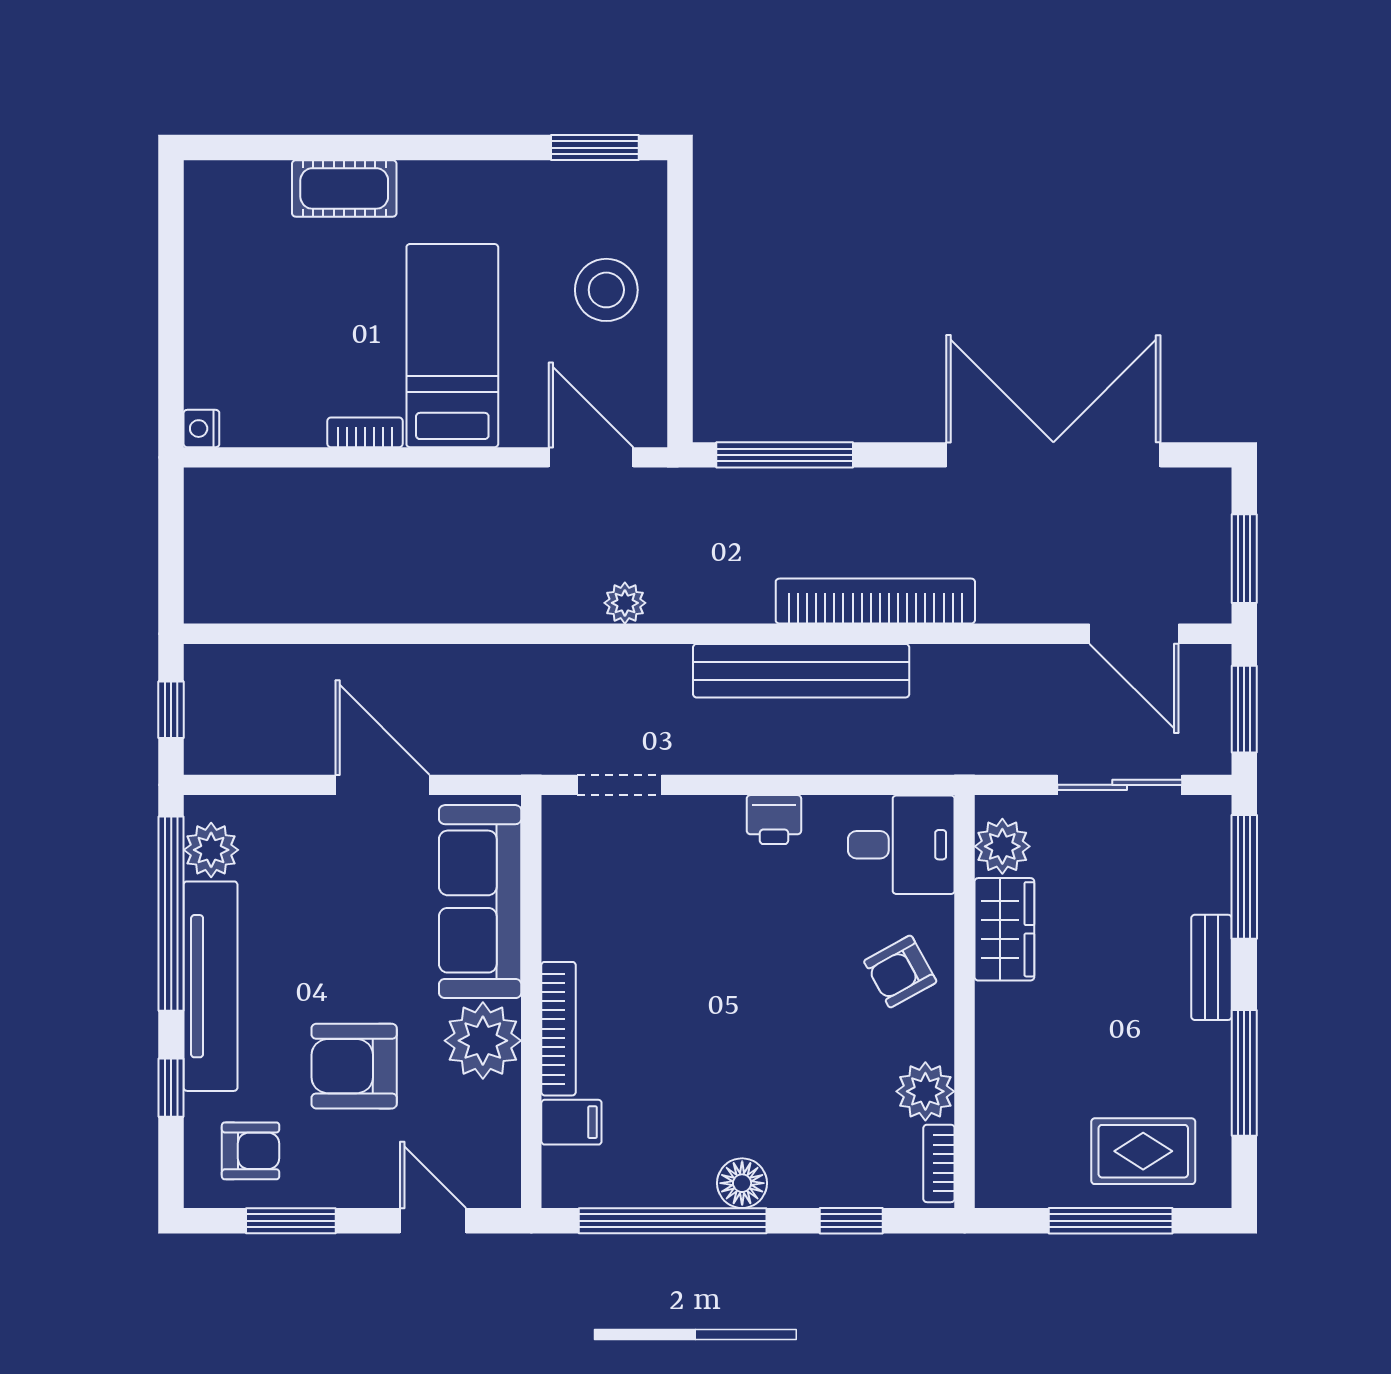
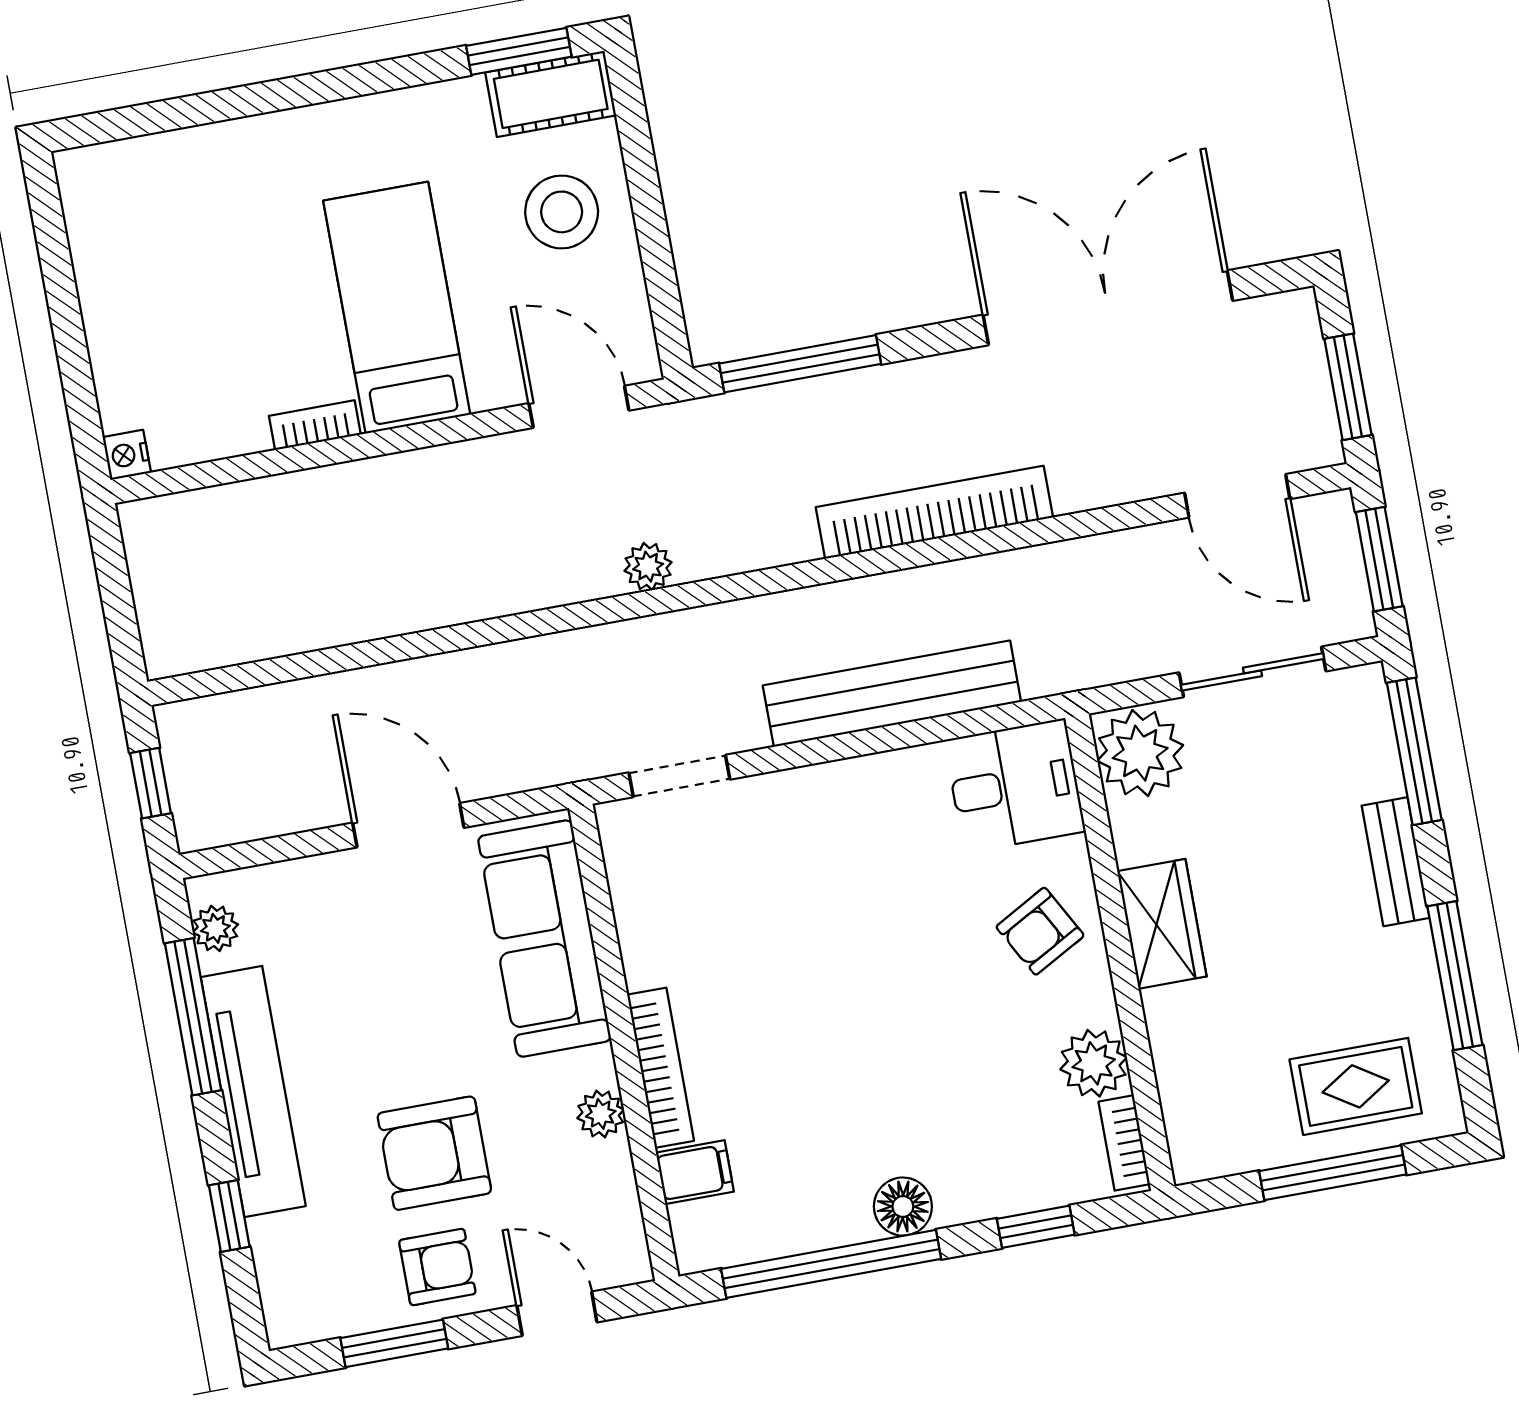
cot: (344, 188) -> (551, 94), moved
bench: (801, 671) -> (892, 694), moved
printer: (774, 820) -> (864, 784), removed
plant: (1002, 846) -> (1140, 753), width x1.36, depth x1.36
plant: (211, 850) -> (215, 928), width x0.73, depth x0.73
window: (171, 914) -> (193, 1017), width x0.68
wardrobe: (1004, 929) -> (1162, 924), moved
plant: (483, 1041) -> (601, 1114), width x0.53, depth x0.53
armchair: (251, 1151) -> (437, 1267), moved

